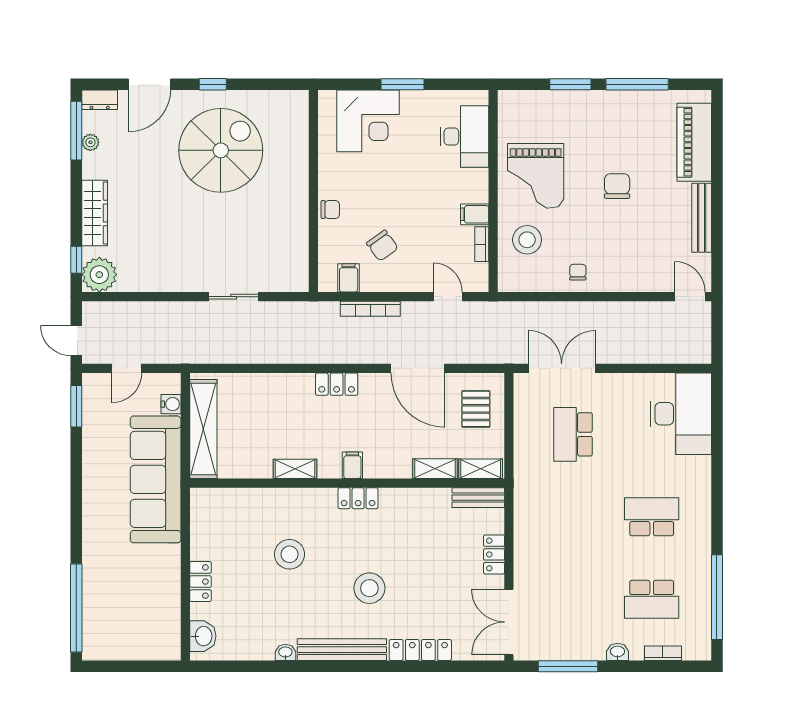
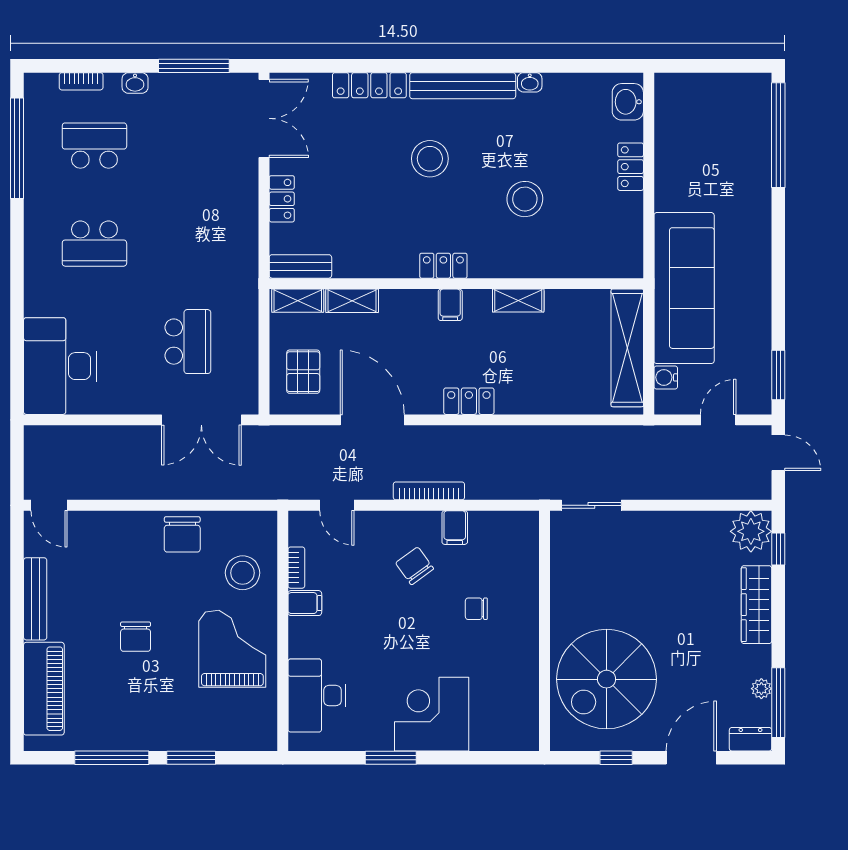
wall: (313, 191) -> (545, 631), moved
chair: (578, 272) -> (182, 534), width x1.87, depth x1.87

